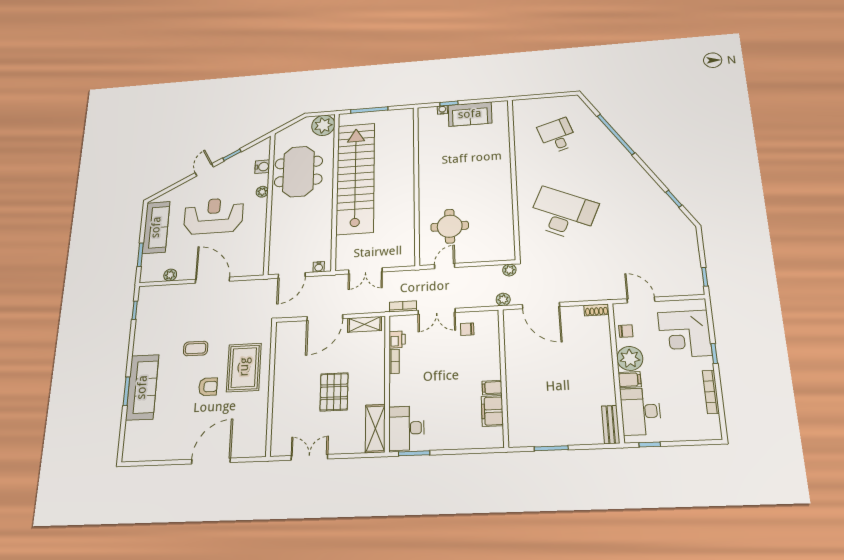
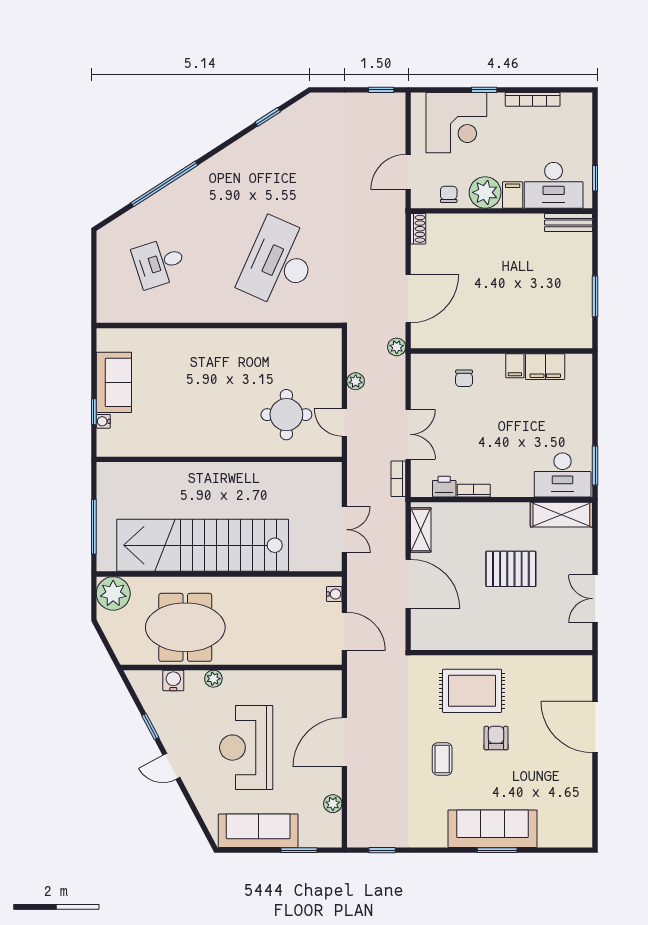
plant: (509, 270) -> (356, 381), moved
chair: (467, 329) -> (464, 378), moved

